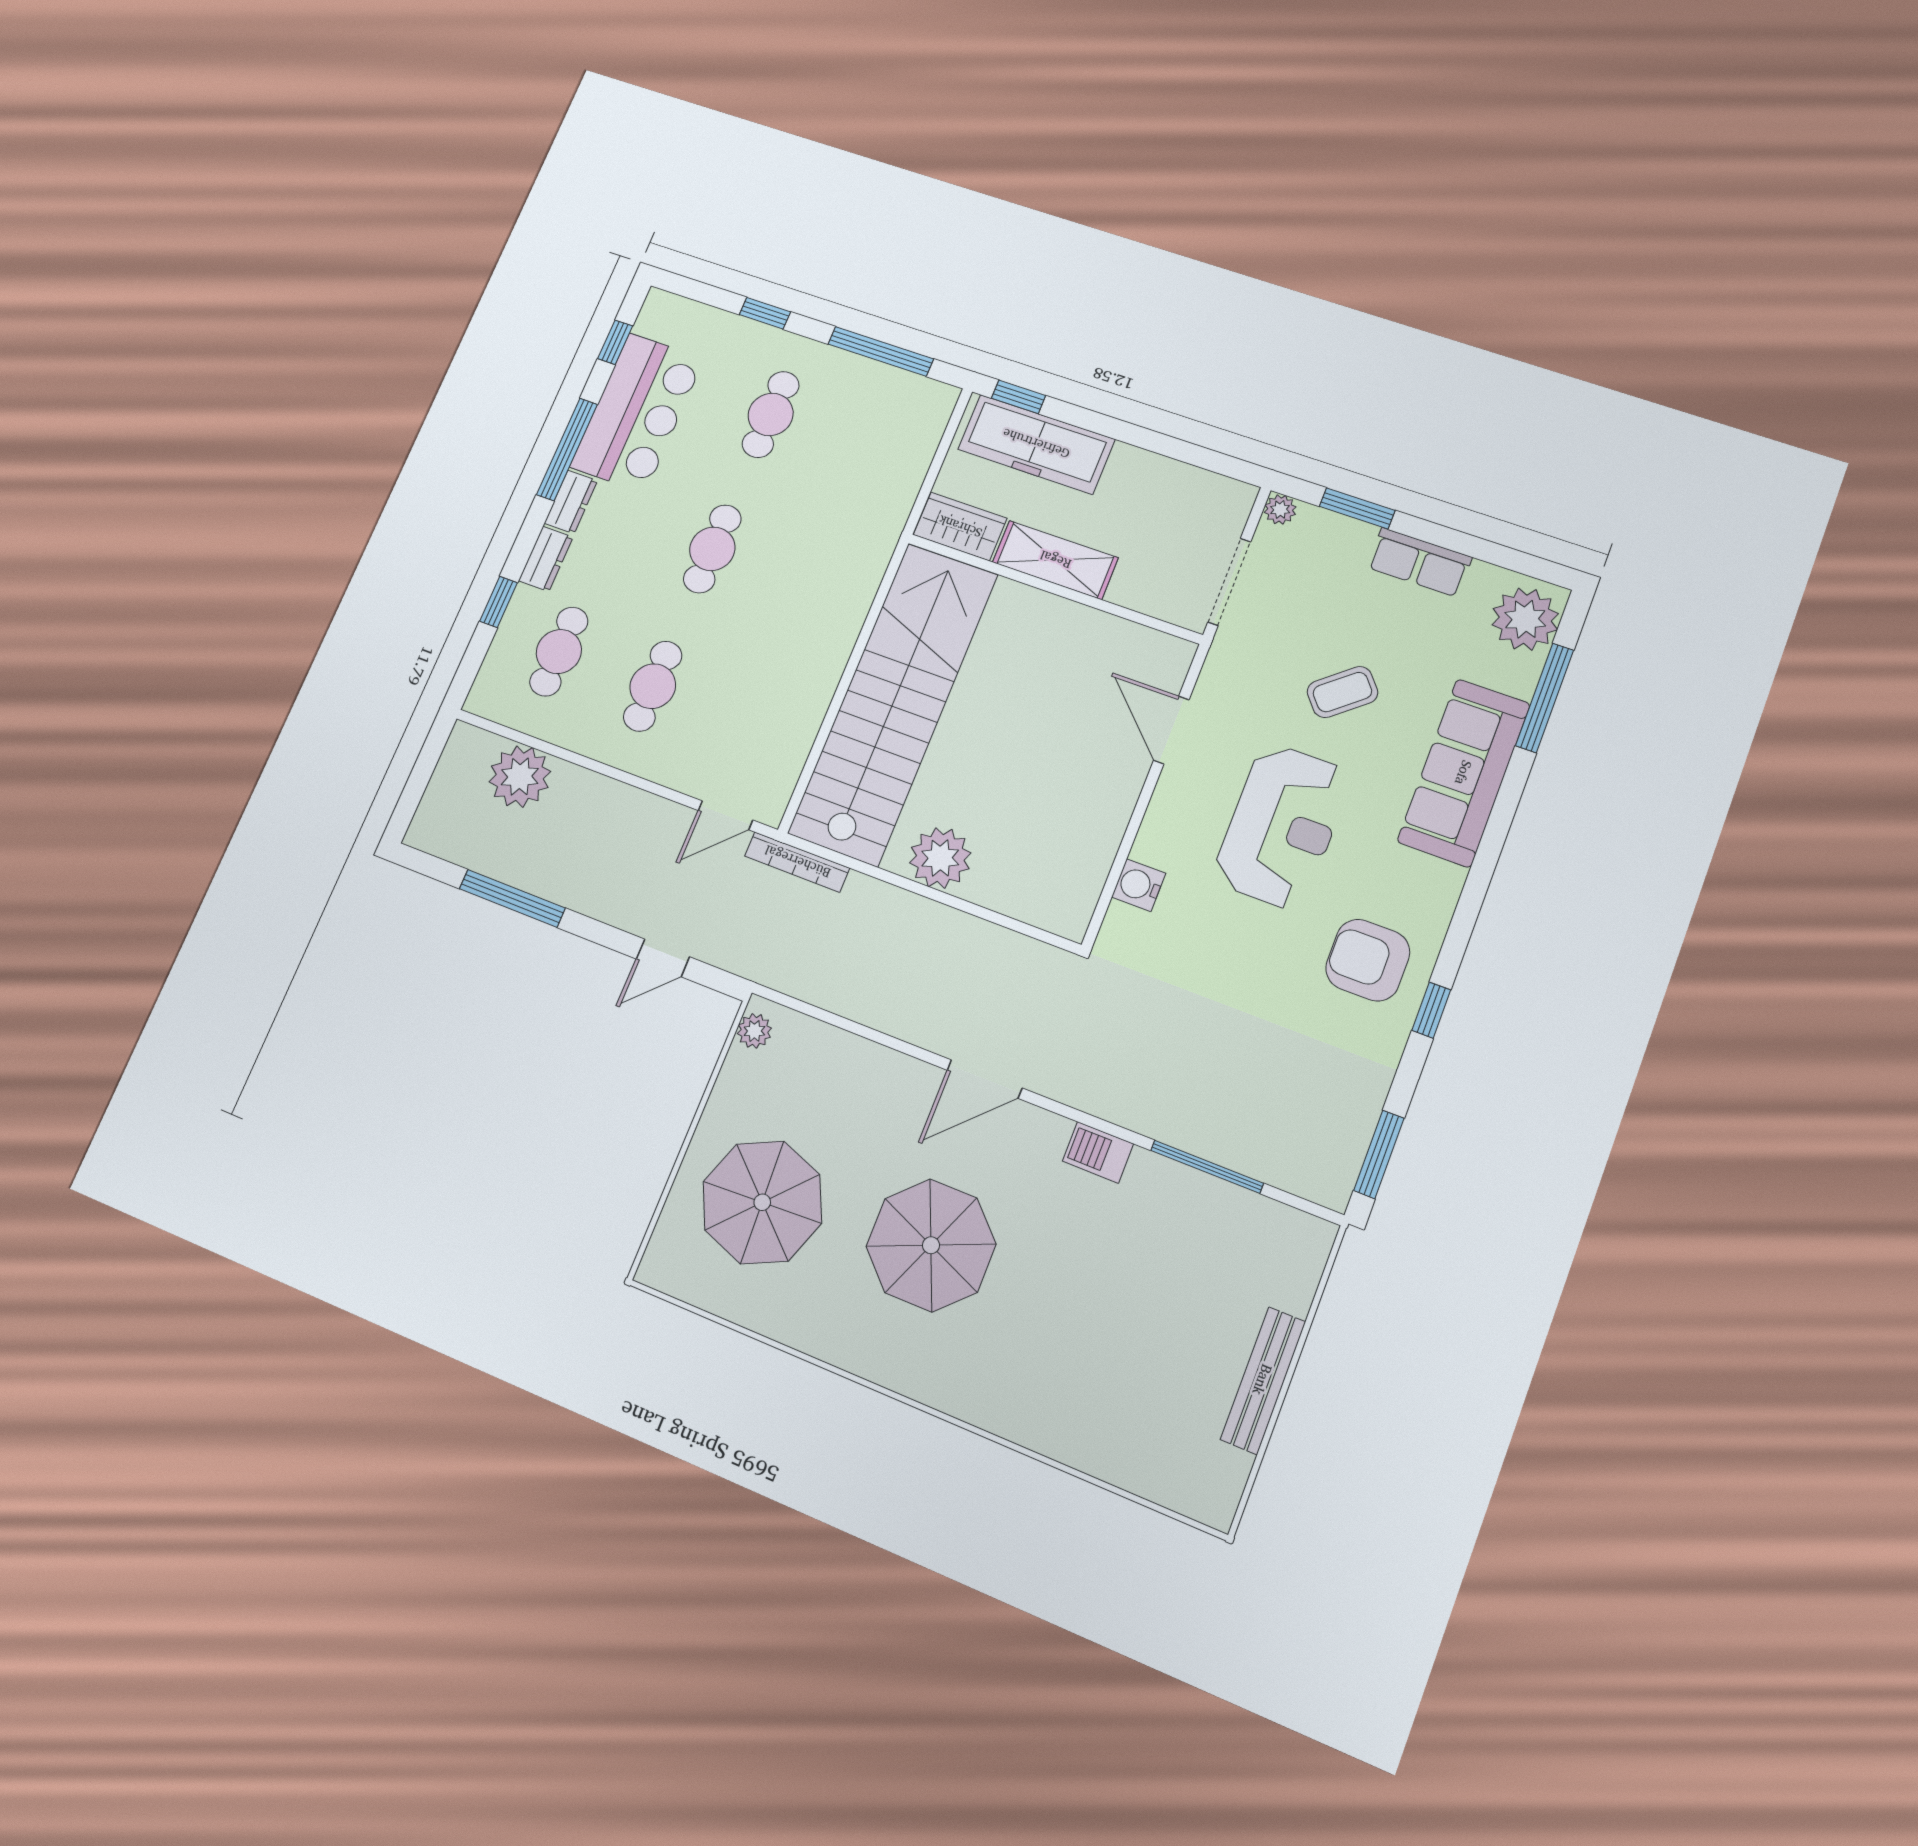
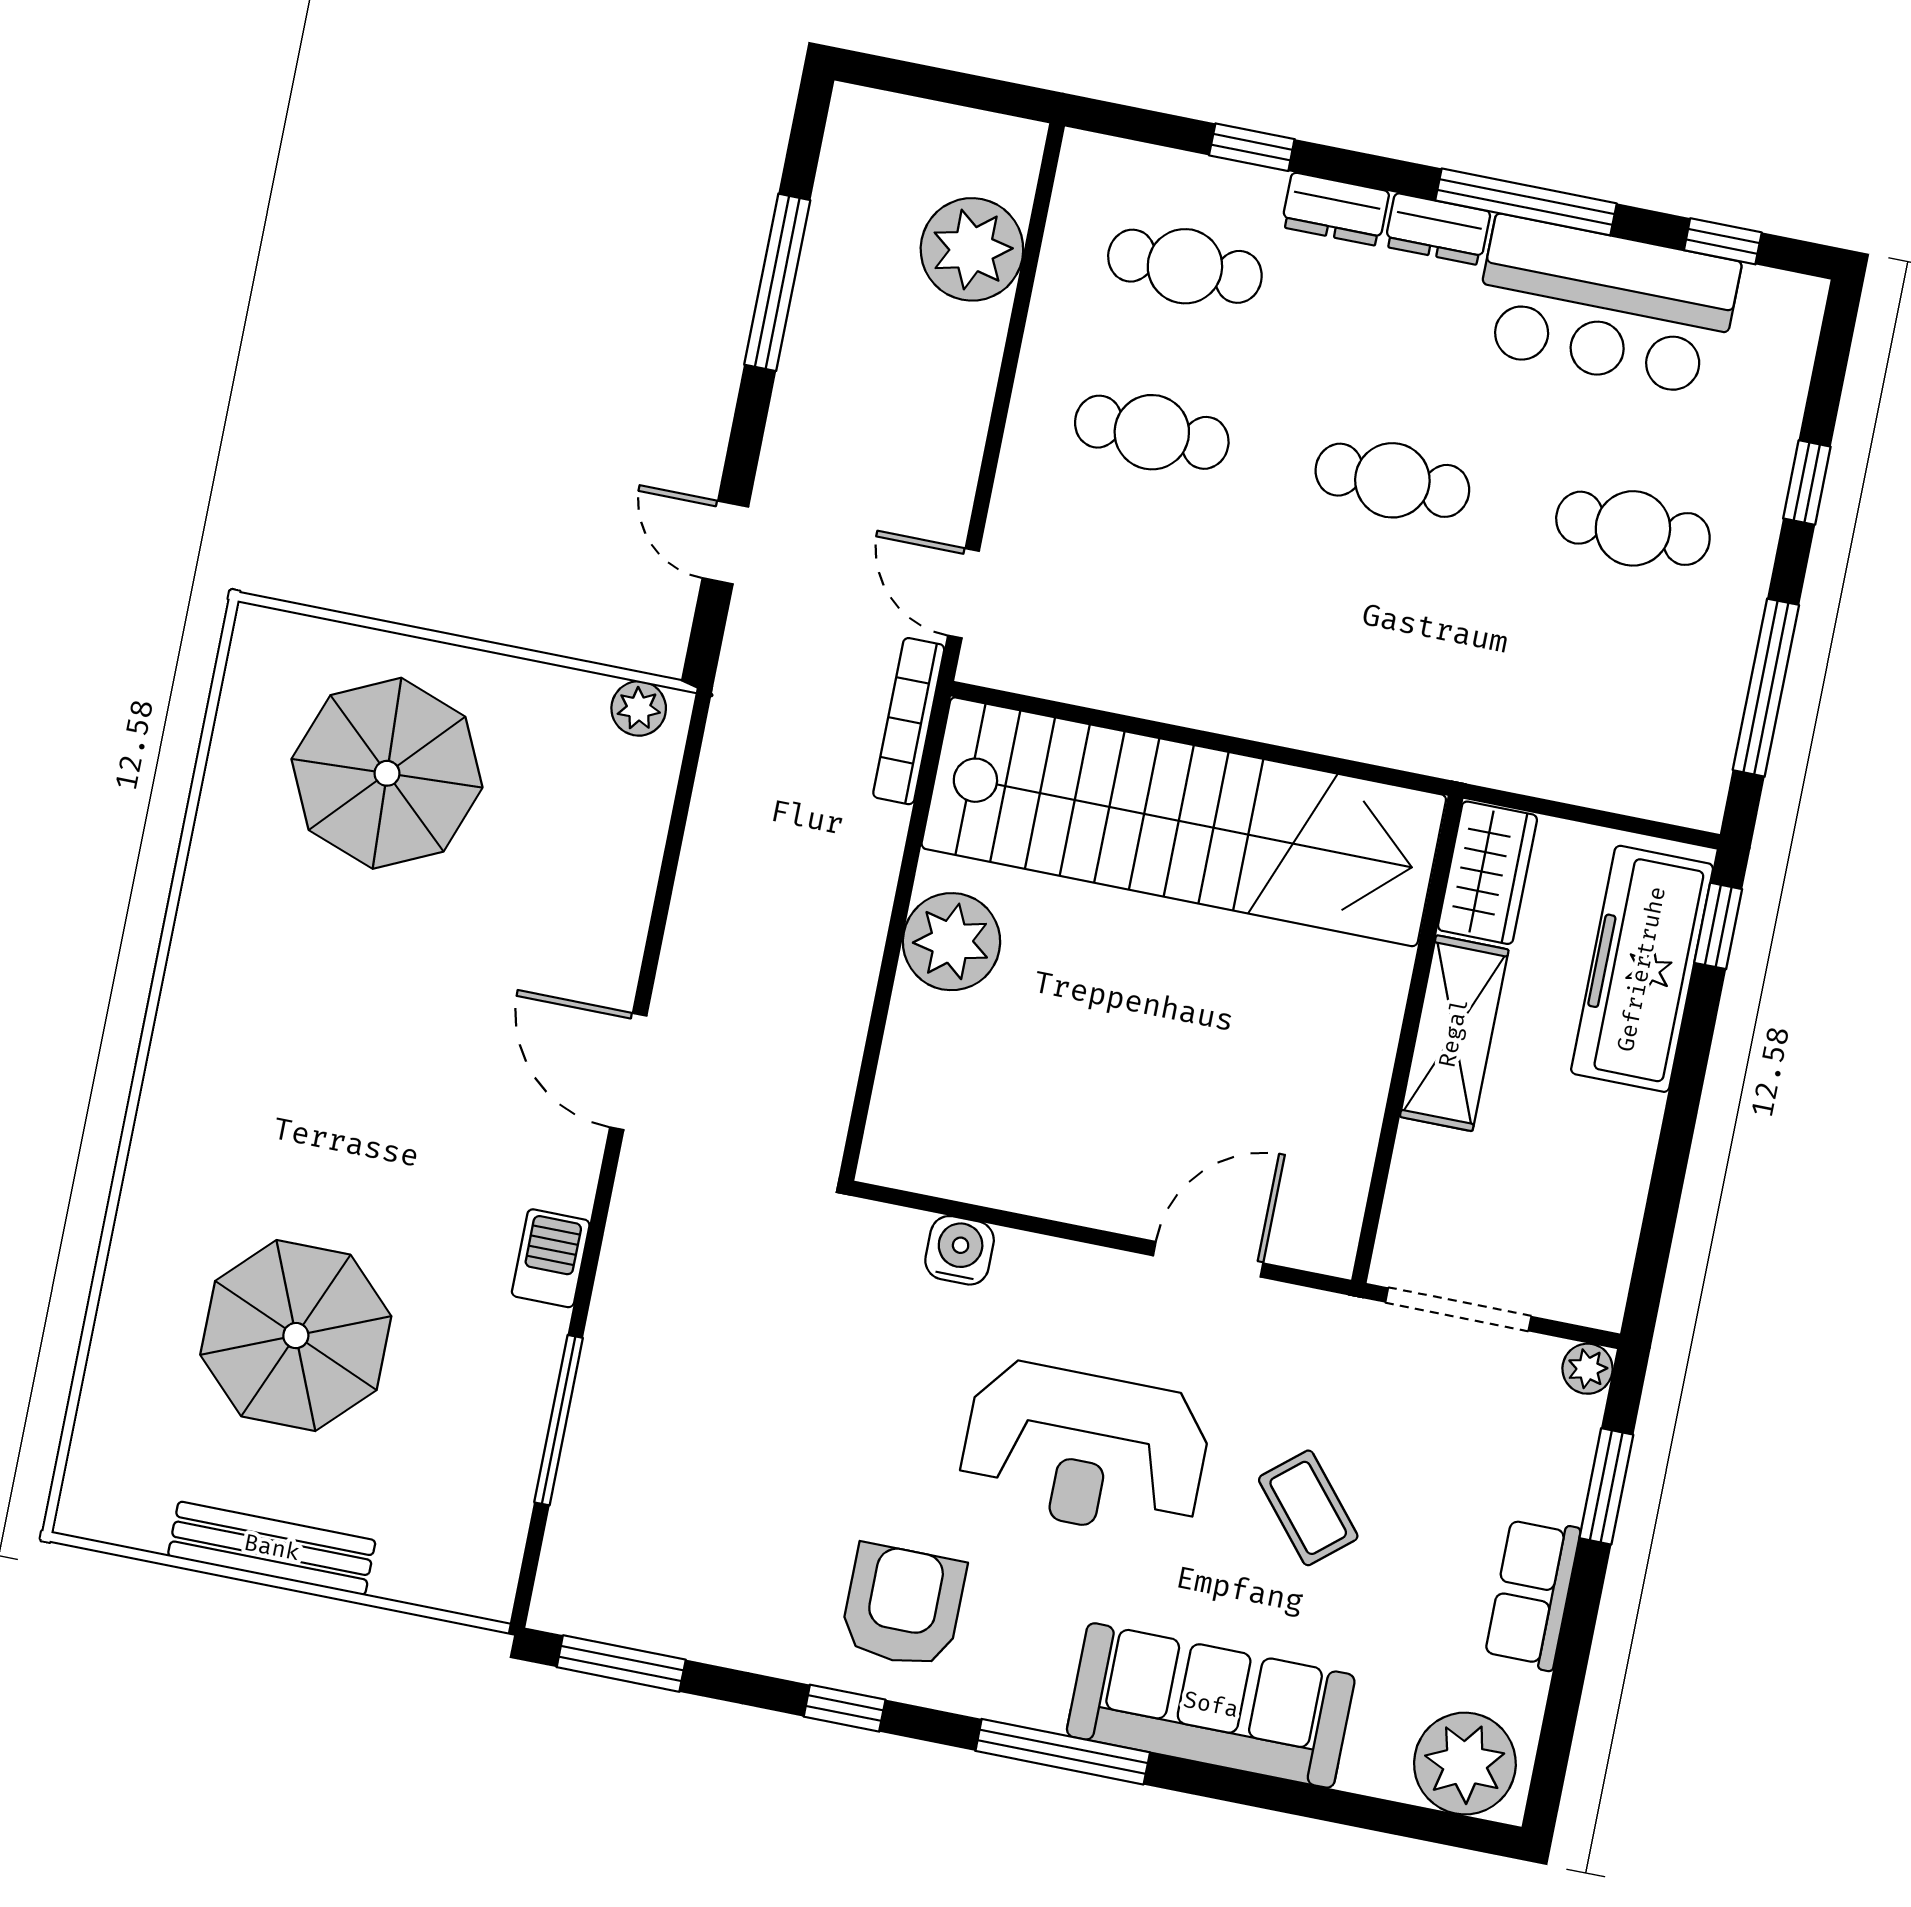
window: (1545, 698) -> (1063, 1752), moved
parasol: (931, 1245) -> (296, 1336), moved

